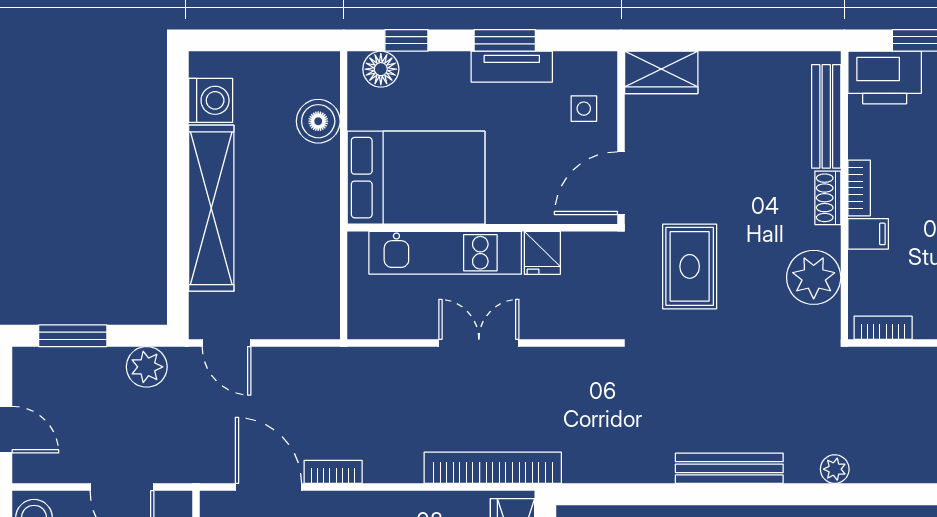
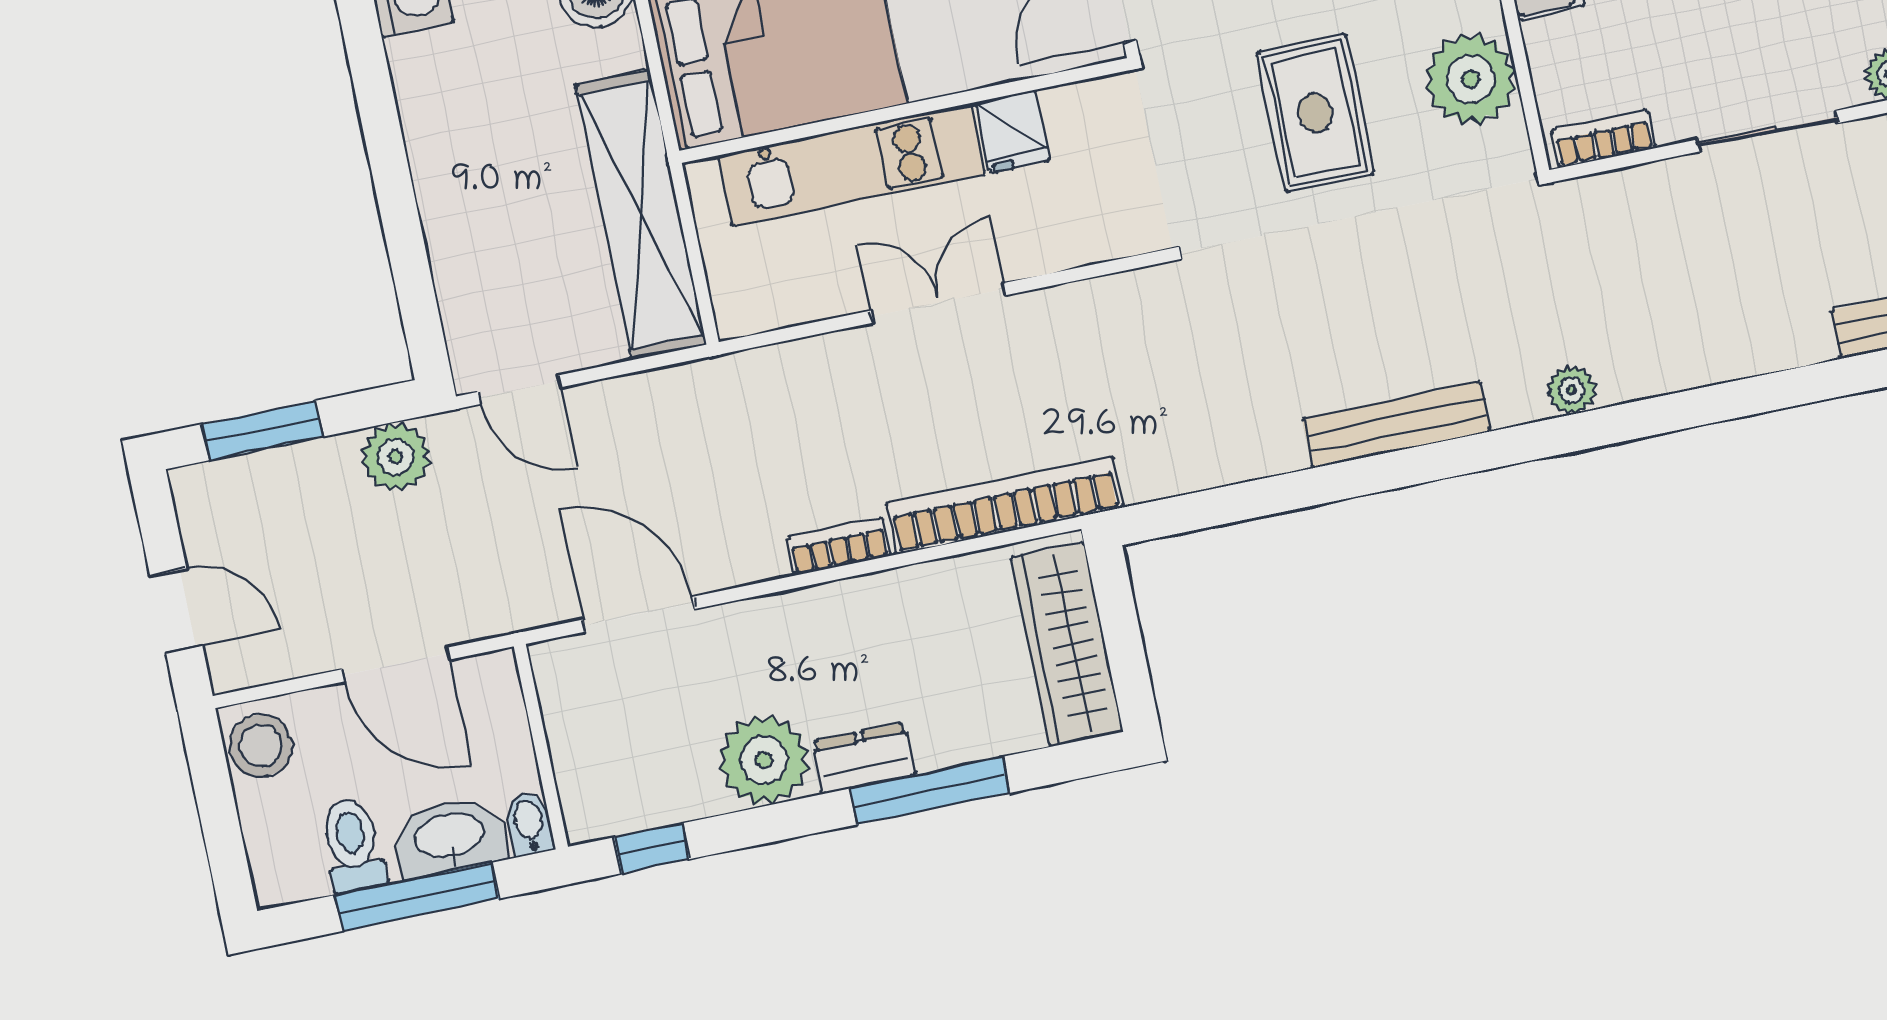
shelving: (211, 208) -> (641, 215), moved
rug: (690, 266) -> (1315, 113), moved
bookcase: (333, 472) -> (839, 546), moved

